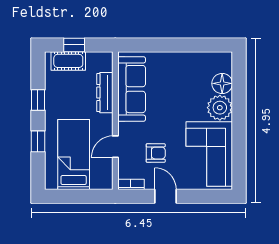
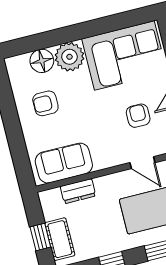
armchair: (186, 78) -> (45, 103), added
sofa: (132, 89) -> (64, 163), width x0.73
dresser: (105, 93) -> (78, 191), width x0.70

